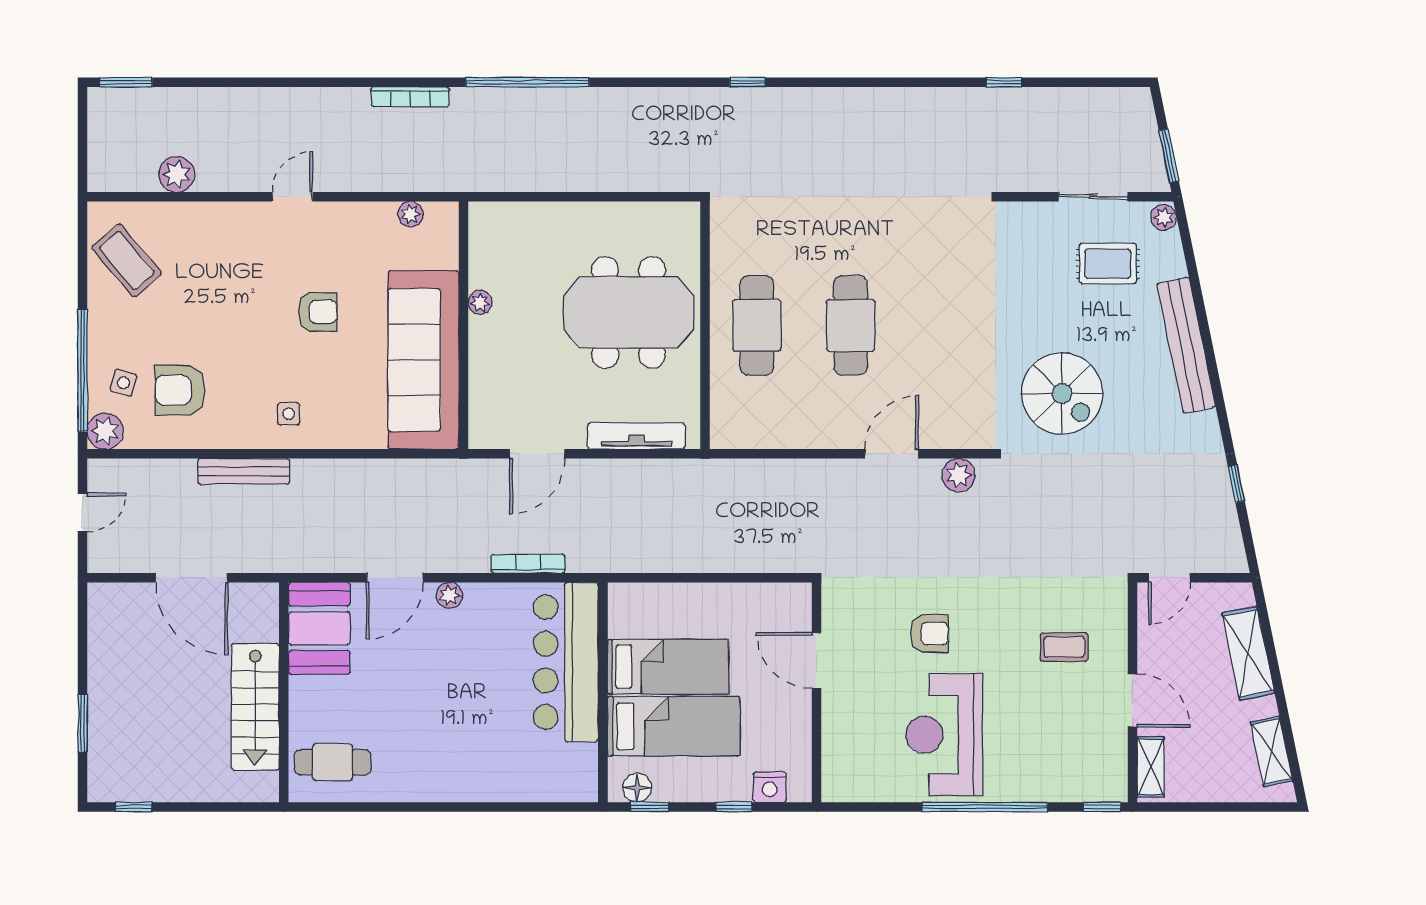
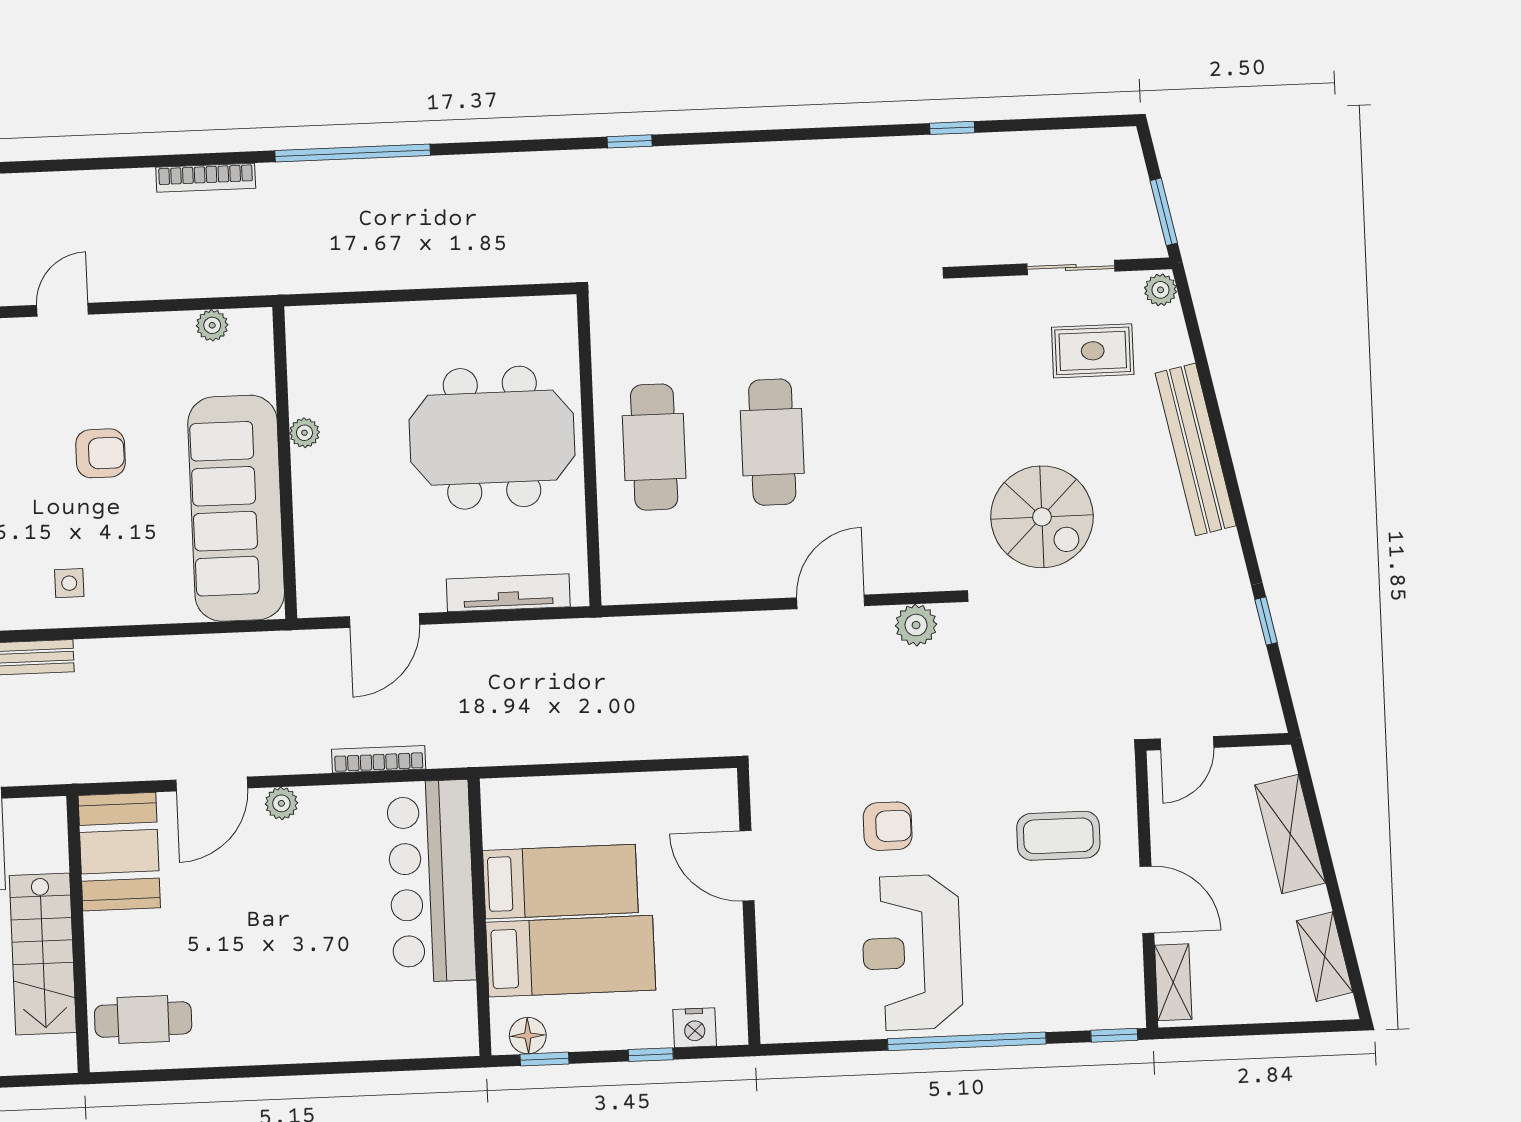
coffee table: (1064, 647) -> (1058, 836), width x1.36, depth x1.30

